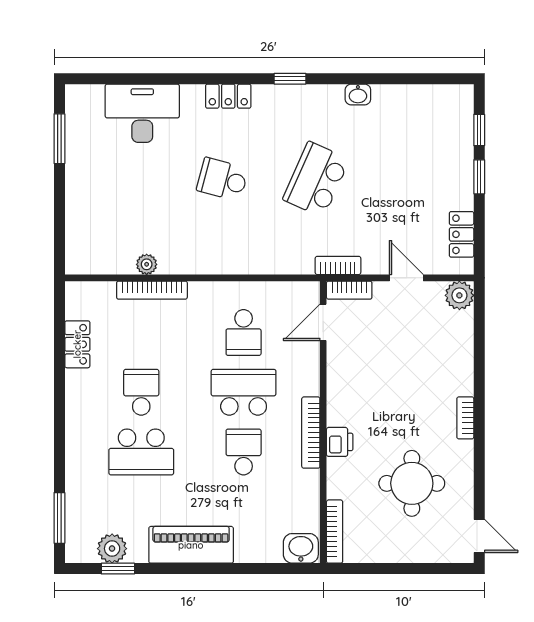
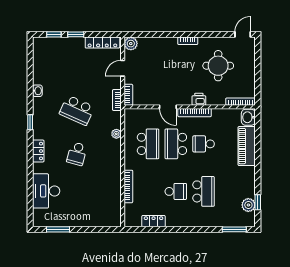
locker: (462, 234) -> (102, 43), width x1.53
plant: (147, 264) -> (116, 134), moved
door: (323, 322) -> (168, 107), moved
school desk: (244, 333) -> (148, 144), width x1.85
school desk: (141, 392) -> (176, 191), turned 180
piano: (191, 545) -> (247, 146), moved

